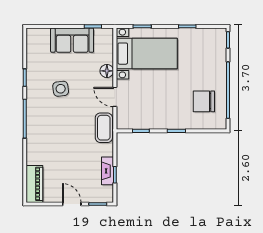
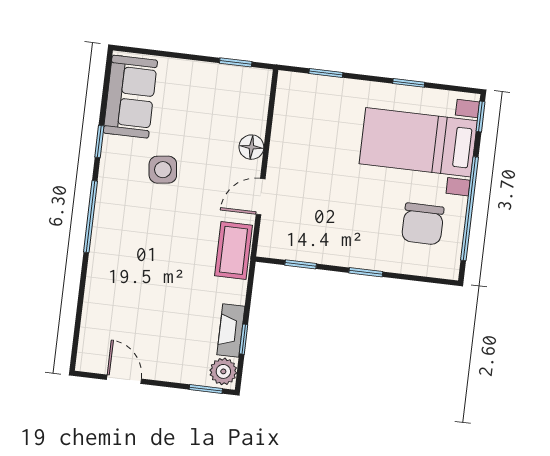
sofa: (72, 40) -> (130, 97), moved, turned -90
bed with nightstands: (147, 54) -> (418, 142), moved, turned 180
door: (115, 97) -> (261, 197), hinge flipped
chair: (204, 101) -> (423, 224), turned -90
piano: (34, 184) -> (94, 338), removed
plant: (106, 193) -> (223, 371), added
door: (72, 204) -> (124, 379), moved

